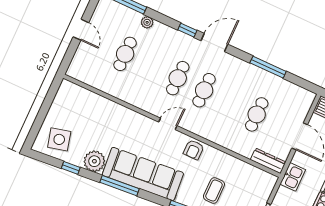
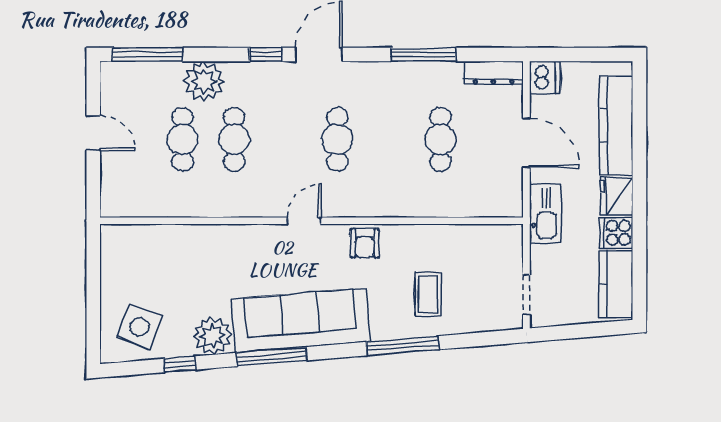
plant: (147, 22) -> (204, 81), width x1.88, depth x1.88
cafe table: (178, 78) -> (234, 139), moved
side table: (59, 139) -> (140, 327), turned 35
dresser: (268, 161) -> (494, 73), moved, turned 180
kitchen sink: (293, 177) -> (545, 213), width x1.38

